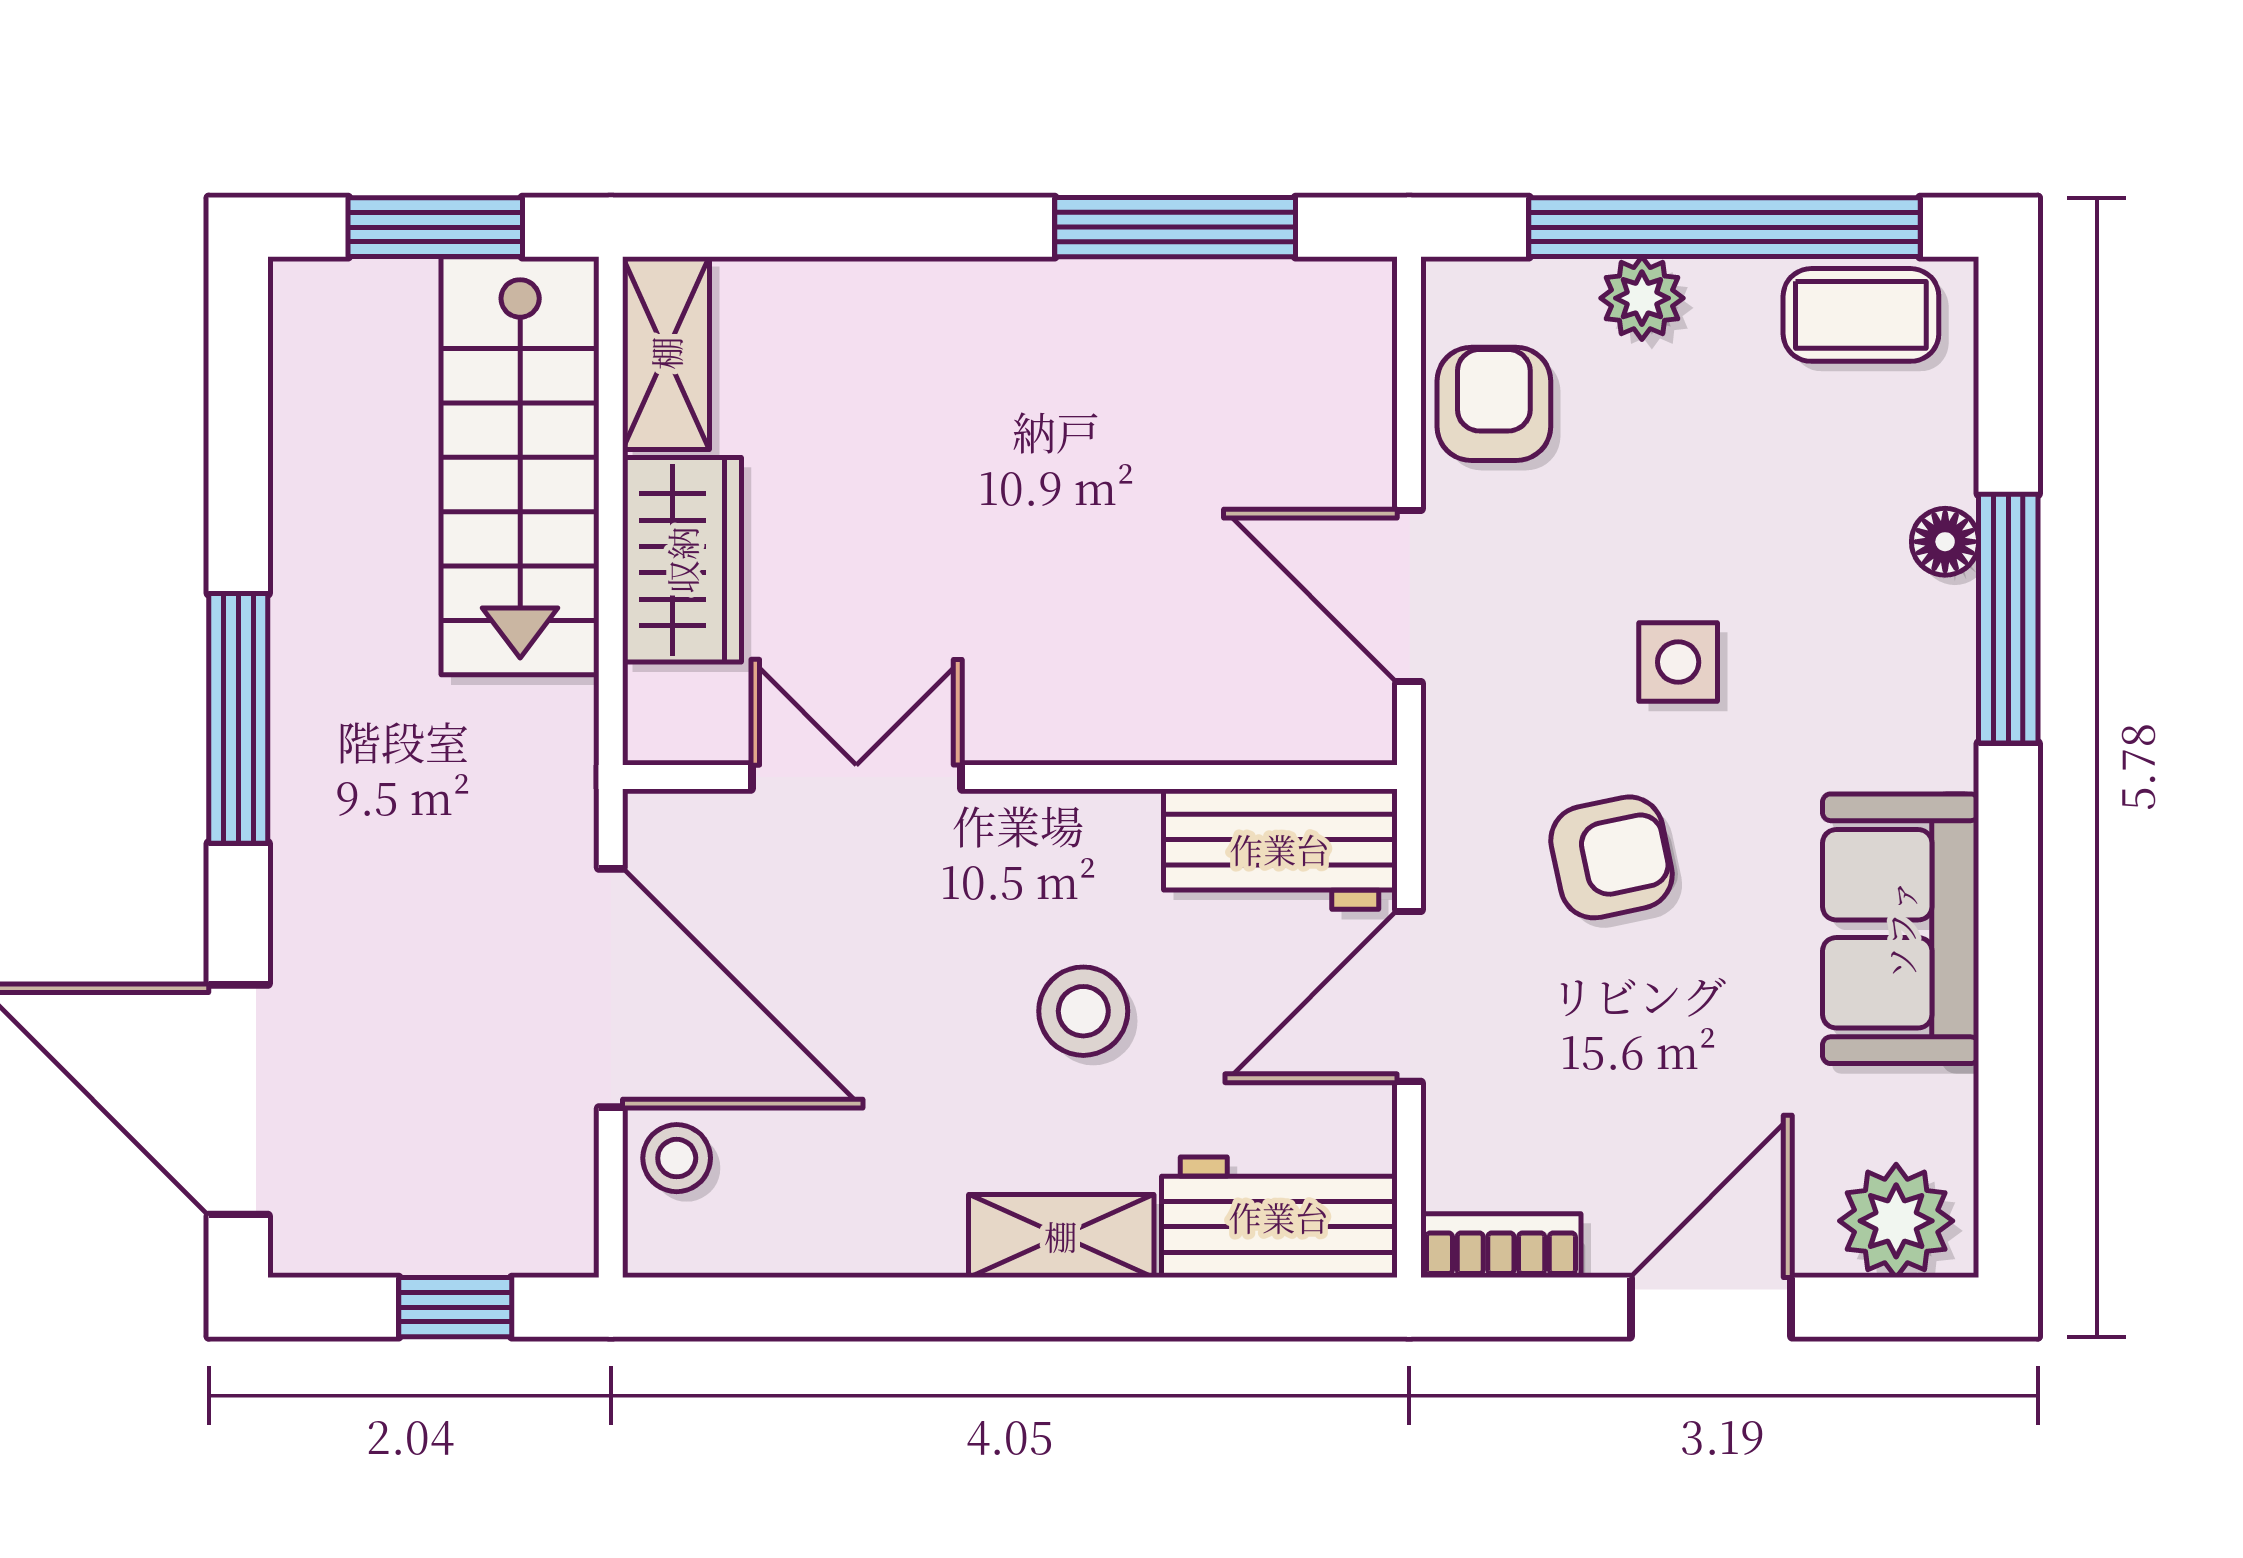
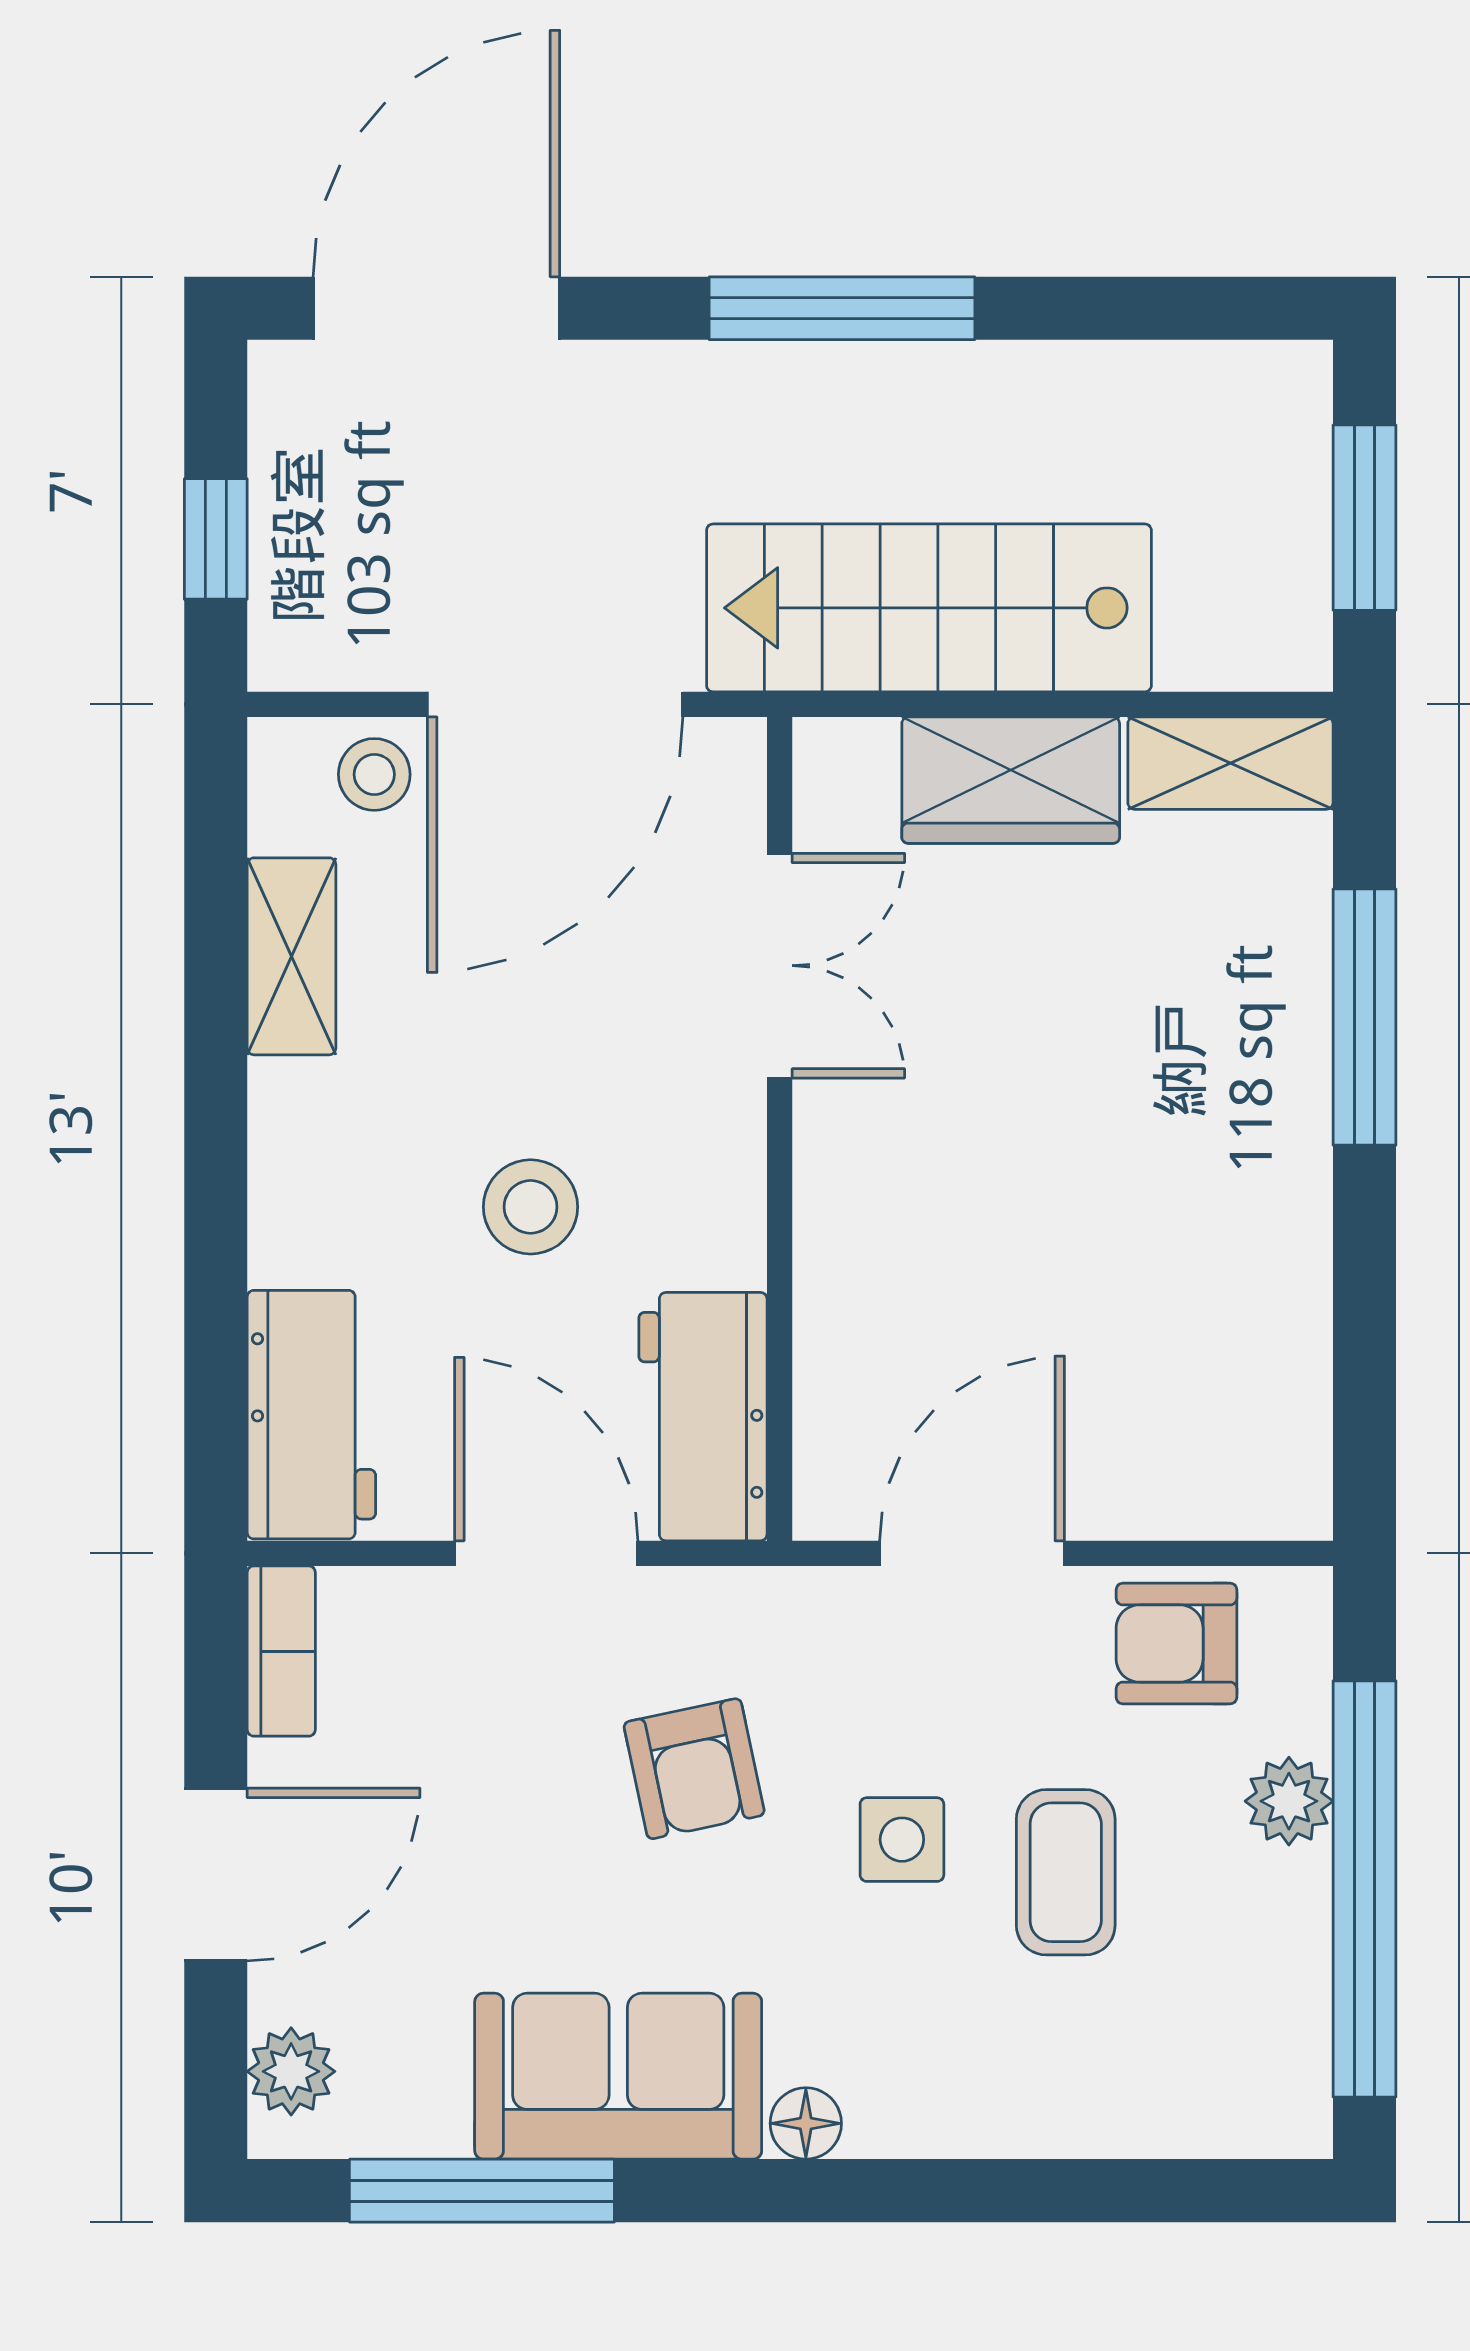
window: (1175, 227) -> (1364, 1017), moved
coffee table: (1861, 315) -> (1066, 1872), moved
armchair: (1494, 404) -> (1176, 1643), turned 180
stairs: (520, 466) -> (929, 608), moved
floor lamp: (1945, 542) -> (806, 2123), moved
window: (2008, 619) -> (482, 2191), moved
plant: (1896, 1221) -> (291, 2071), width x0.73, depth x0.73
shelving: (1061, 1236) -> (292, 956), moved
door: (1711, 1307) -> (216, 1875), hinge flipped

